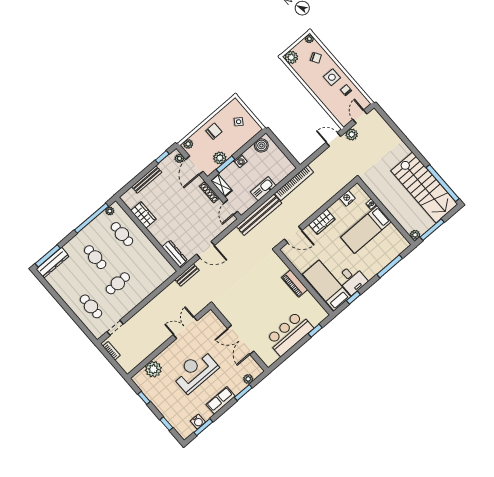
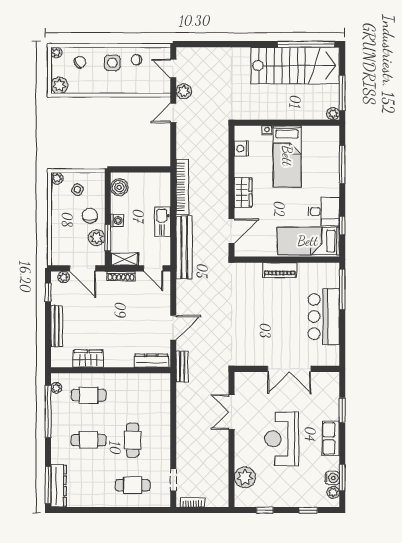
chair: (214, 131) -> (90, 216), moved
plant: (188, 144) -> (57, 178), moved
window: (315, 331) -> (342, 290), width x2.17
plant: (248, 379) -> (333, 492), moved

